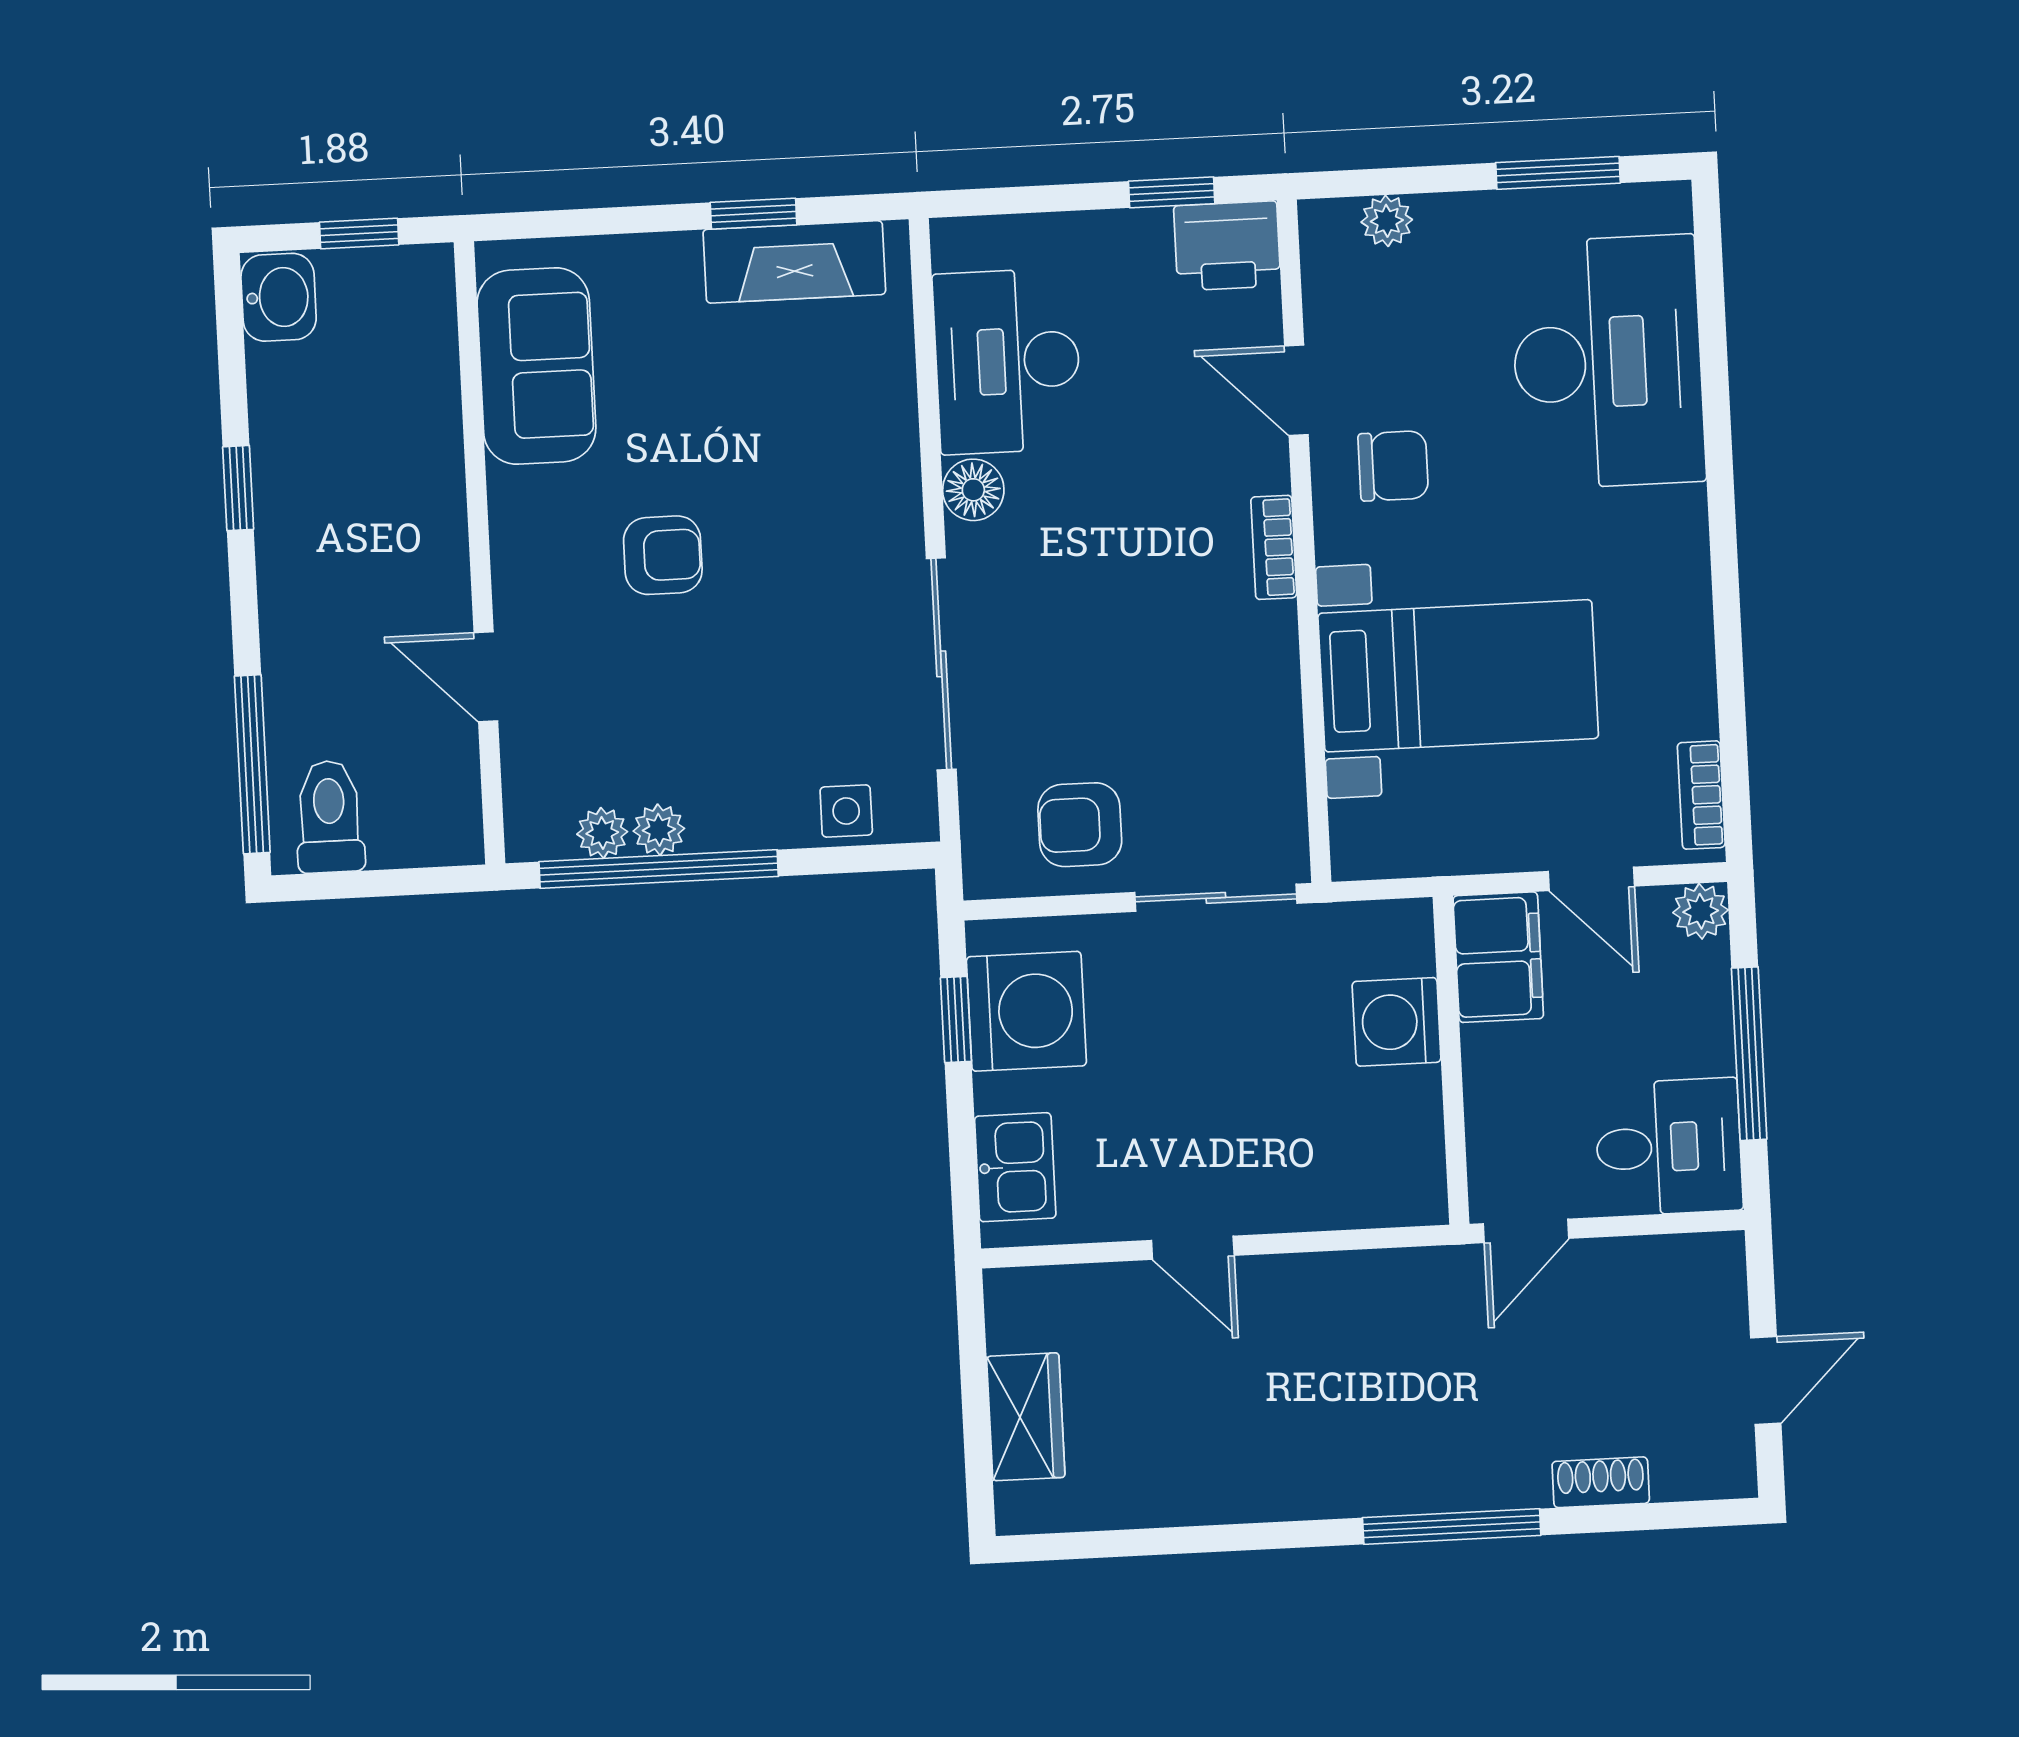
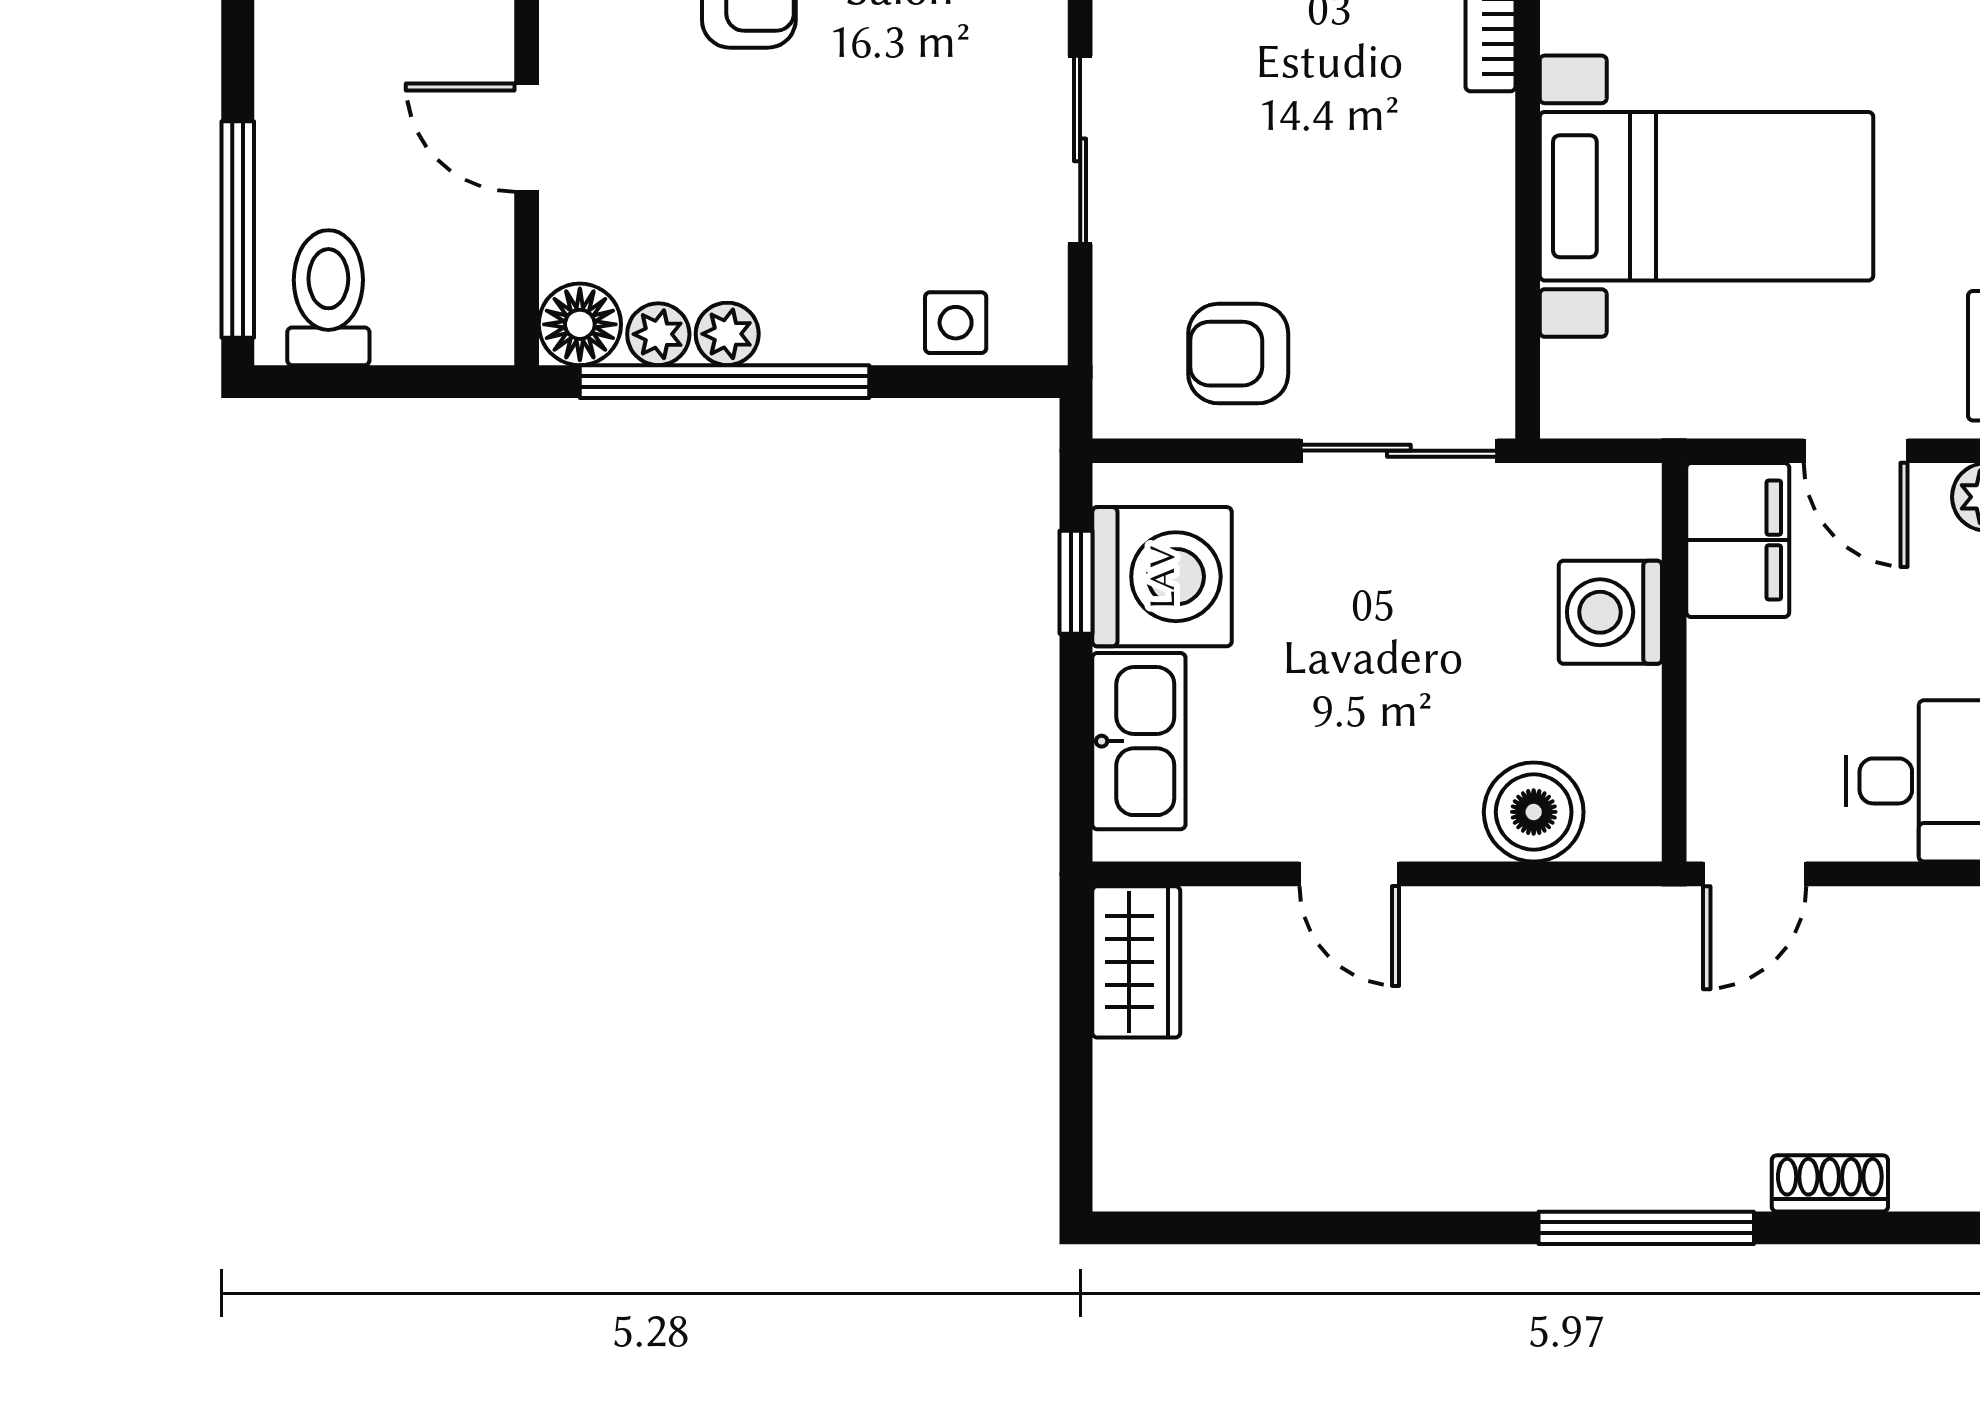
sliding door: (941, 664) -> (1080, 150), width x0.73
floor lamp: (537, 828) -> (580, 324), added
kitchen sink: (1015, 1167) -> (1139, 741), width x1.38
boiler: (1342, 1189) -> (1534, 812), added
wardrobe: (1026, 1417) -> (1136, 962), moved

